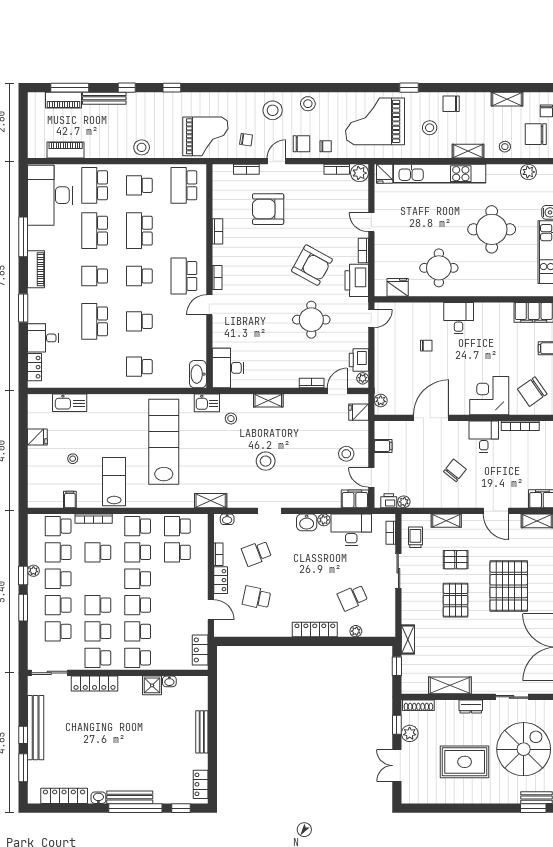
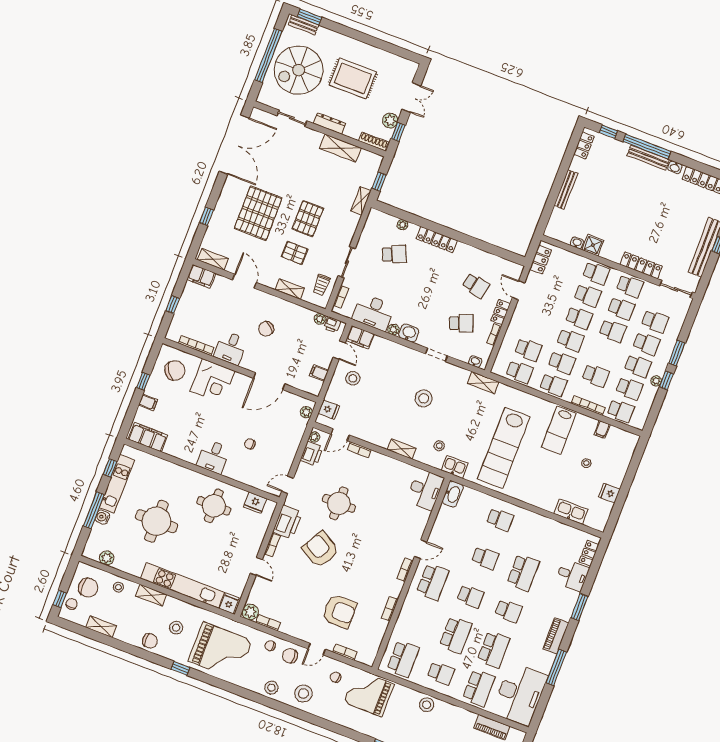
dresser: (471, 706) -> (330, 123), width x1.44

